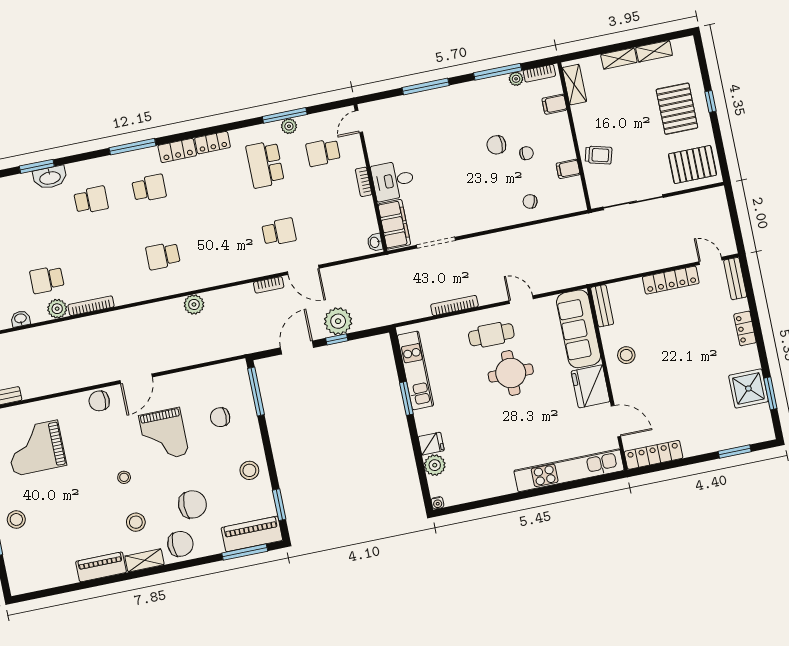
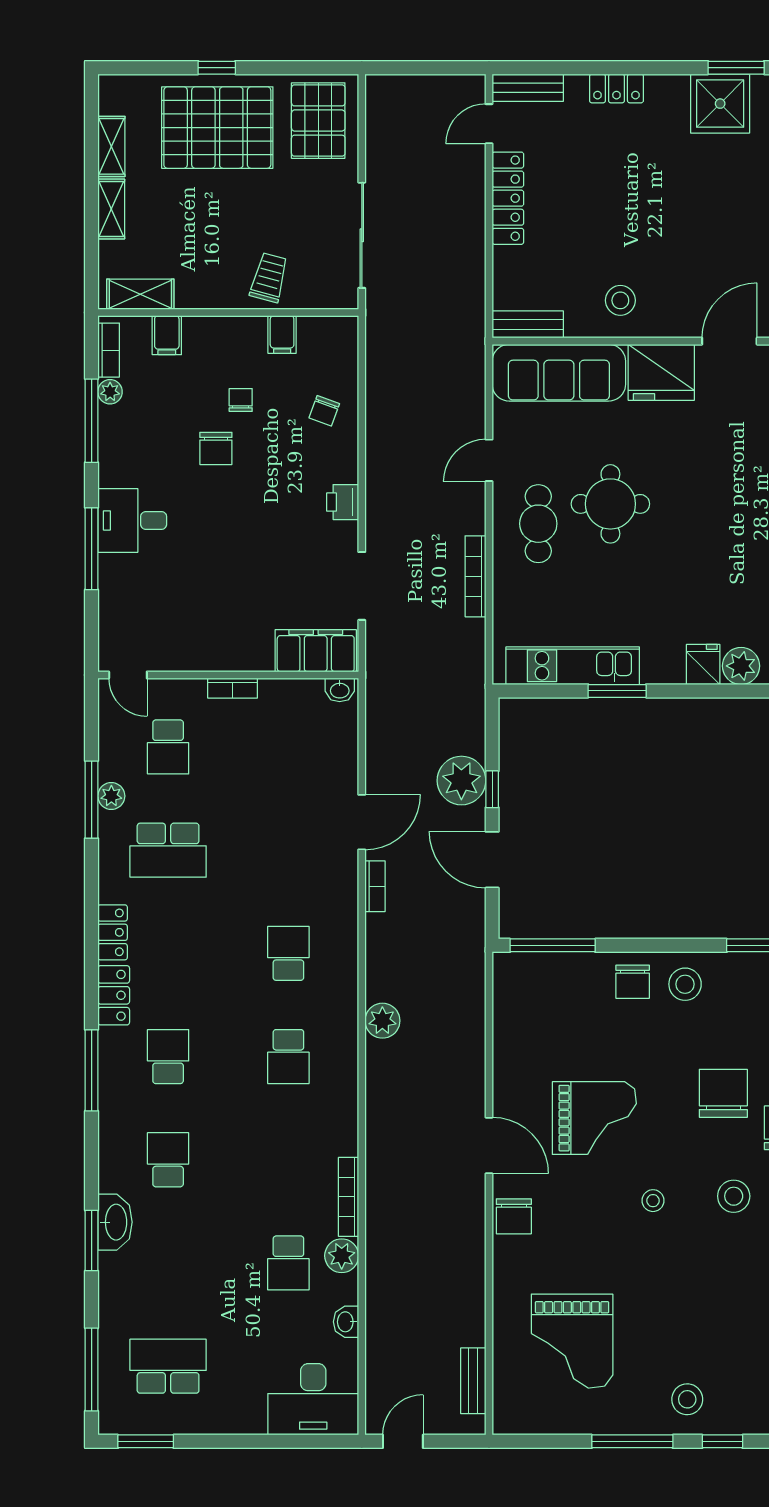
pallet: (677, 109) -> (217, 128), width x1.37, depth x1.41
desk: (393, 181) -> (132, 520), moved, turned 90
printer: (481, 222) -> (343, 502), added
school desk: (279, 232) -> (288, 953), moved
chair: (220, 417) -> (633, 982), moved

